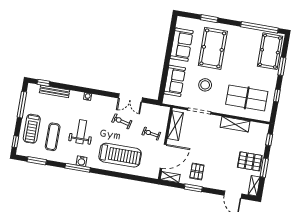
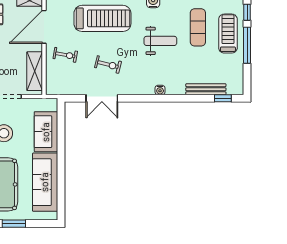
sofa: (182, 45) -> (45, 182), width x1.36
double door: (130, 98) -> (102, 98), swing flipped
window: (22, 105) -> (247, 45), moved
weight bench: (81, 132) -> (160, 41), turned -90
treadmill: (120, 155) -> (102, 18), turned 180

